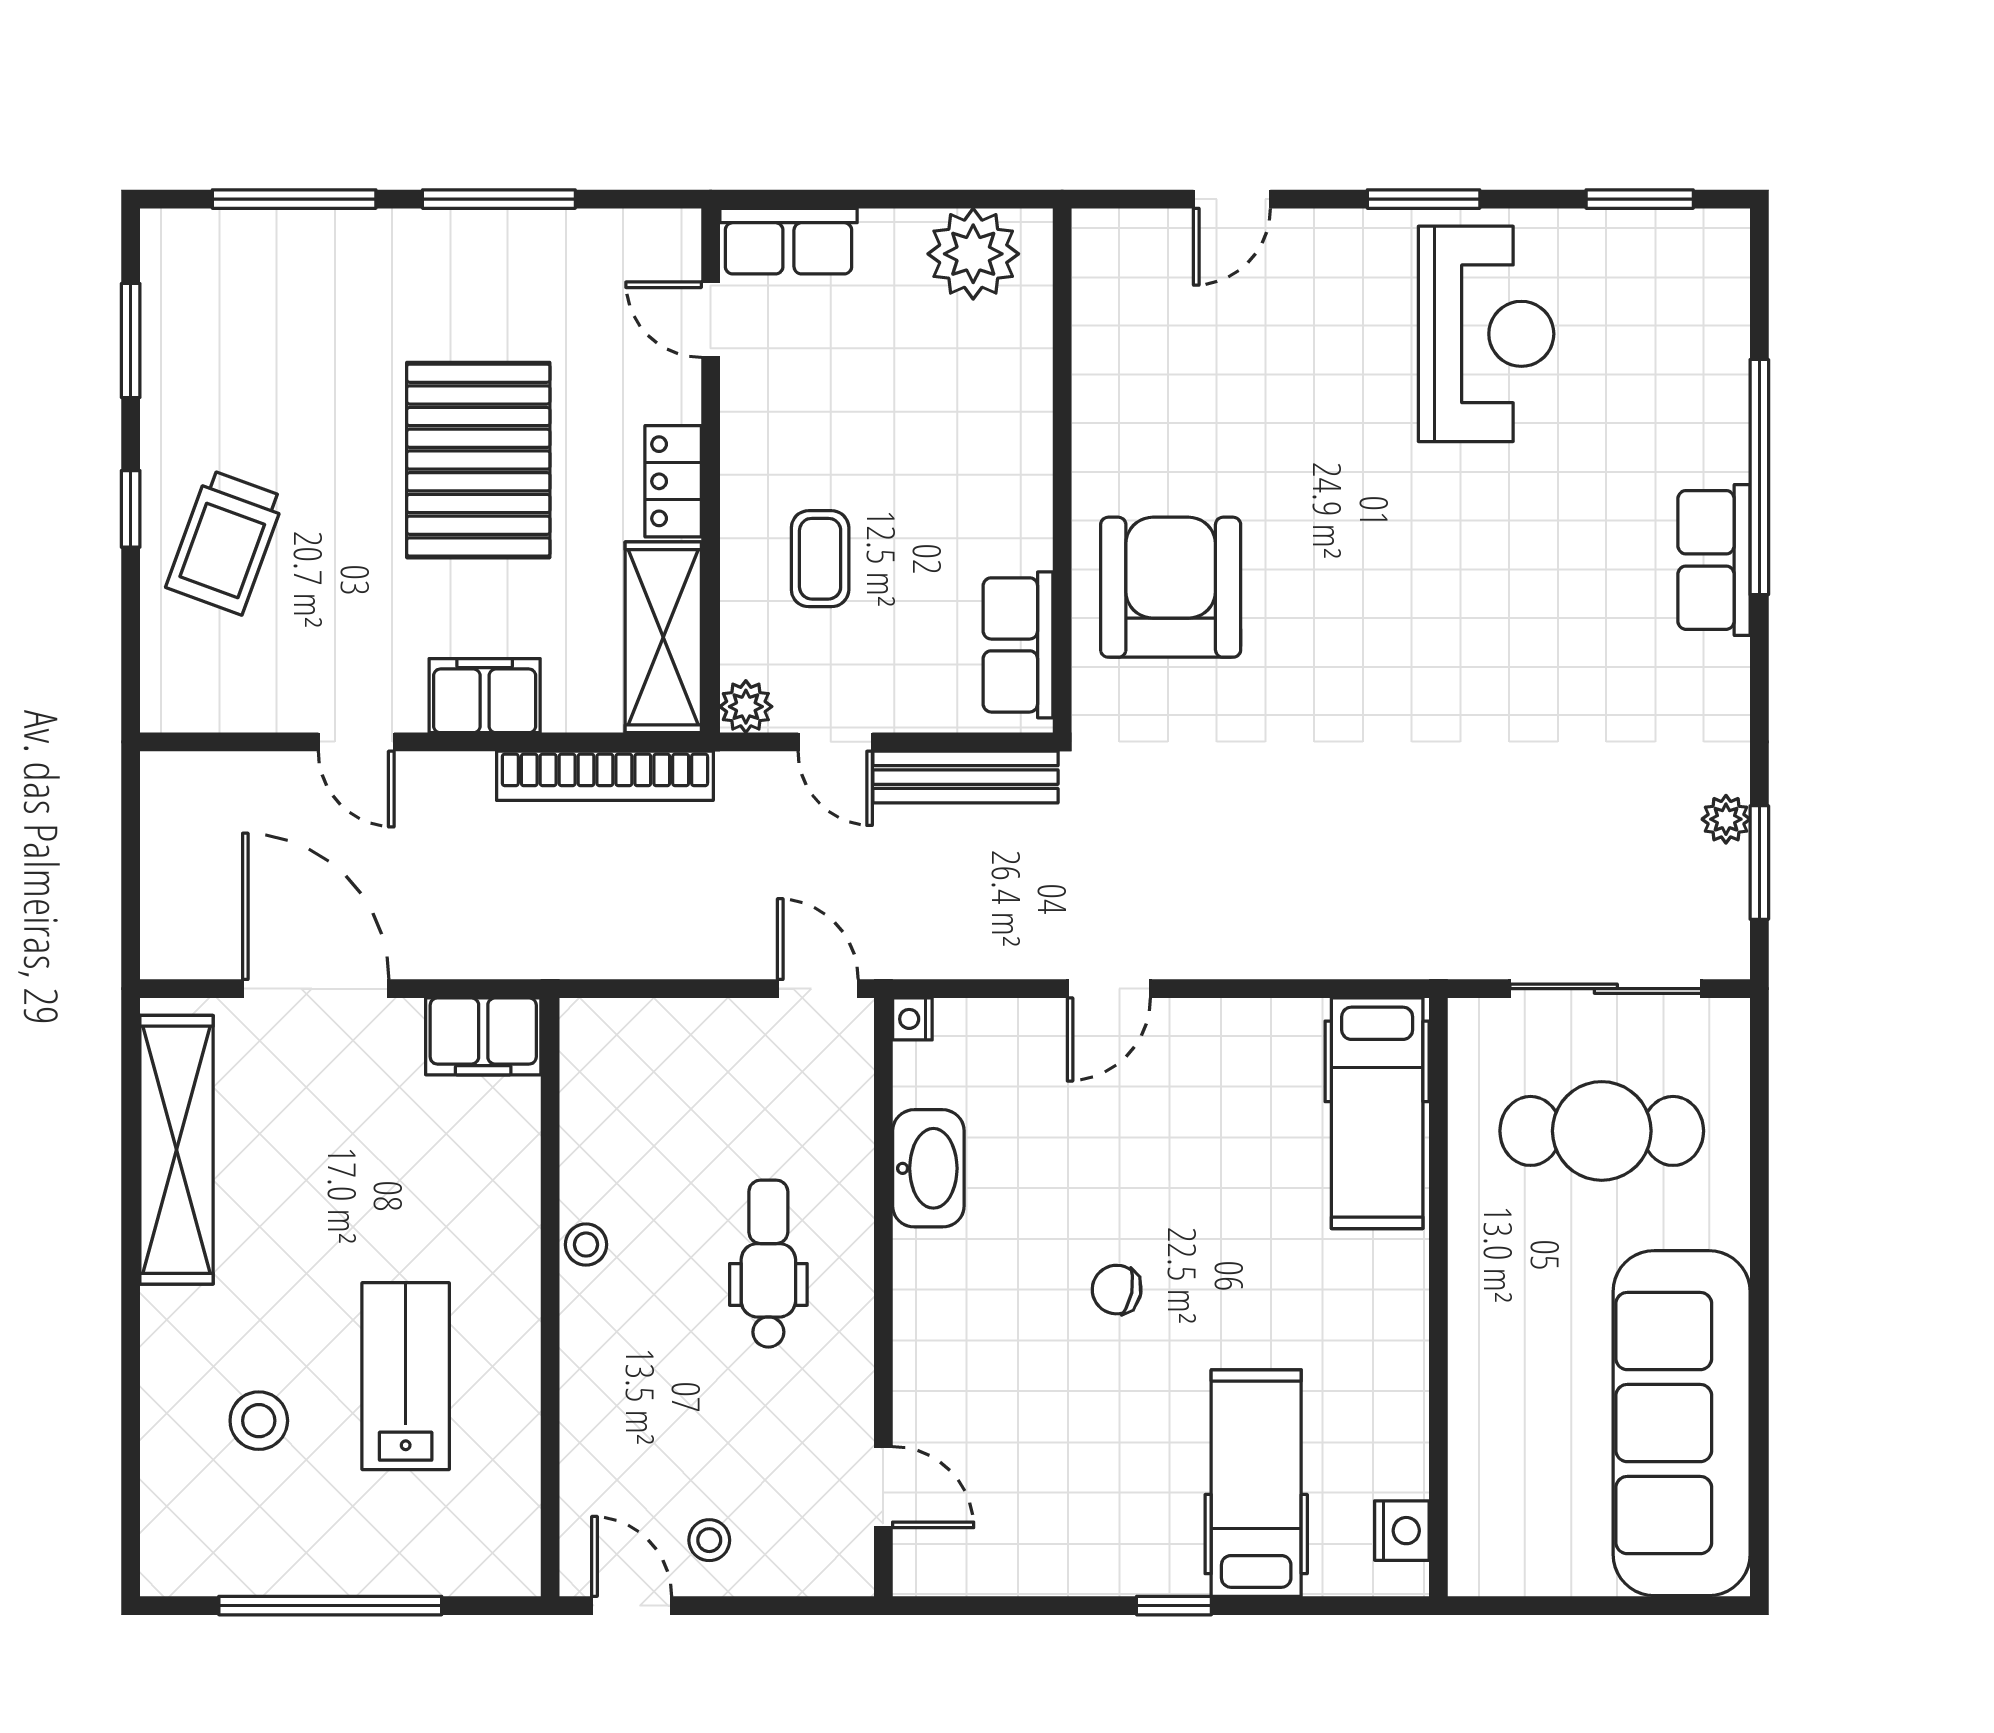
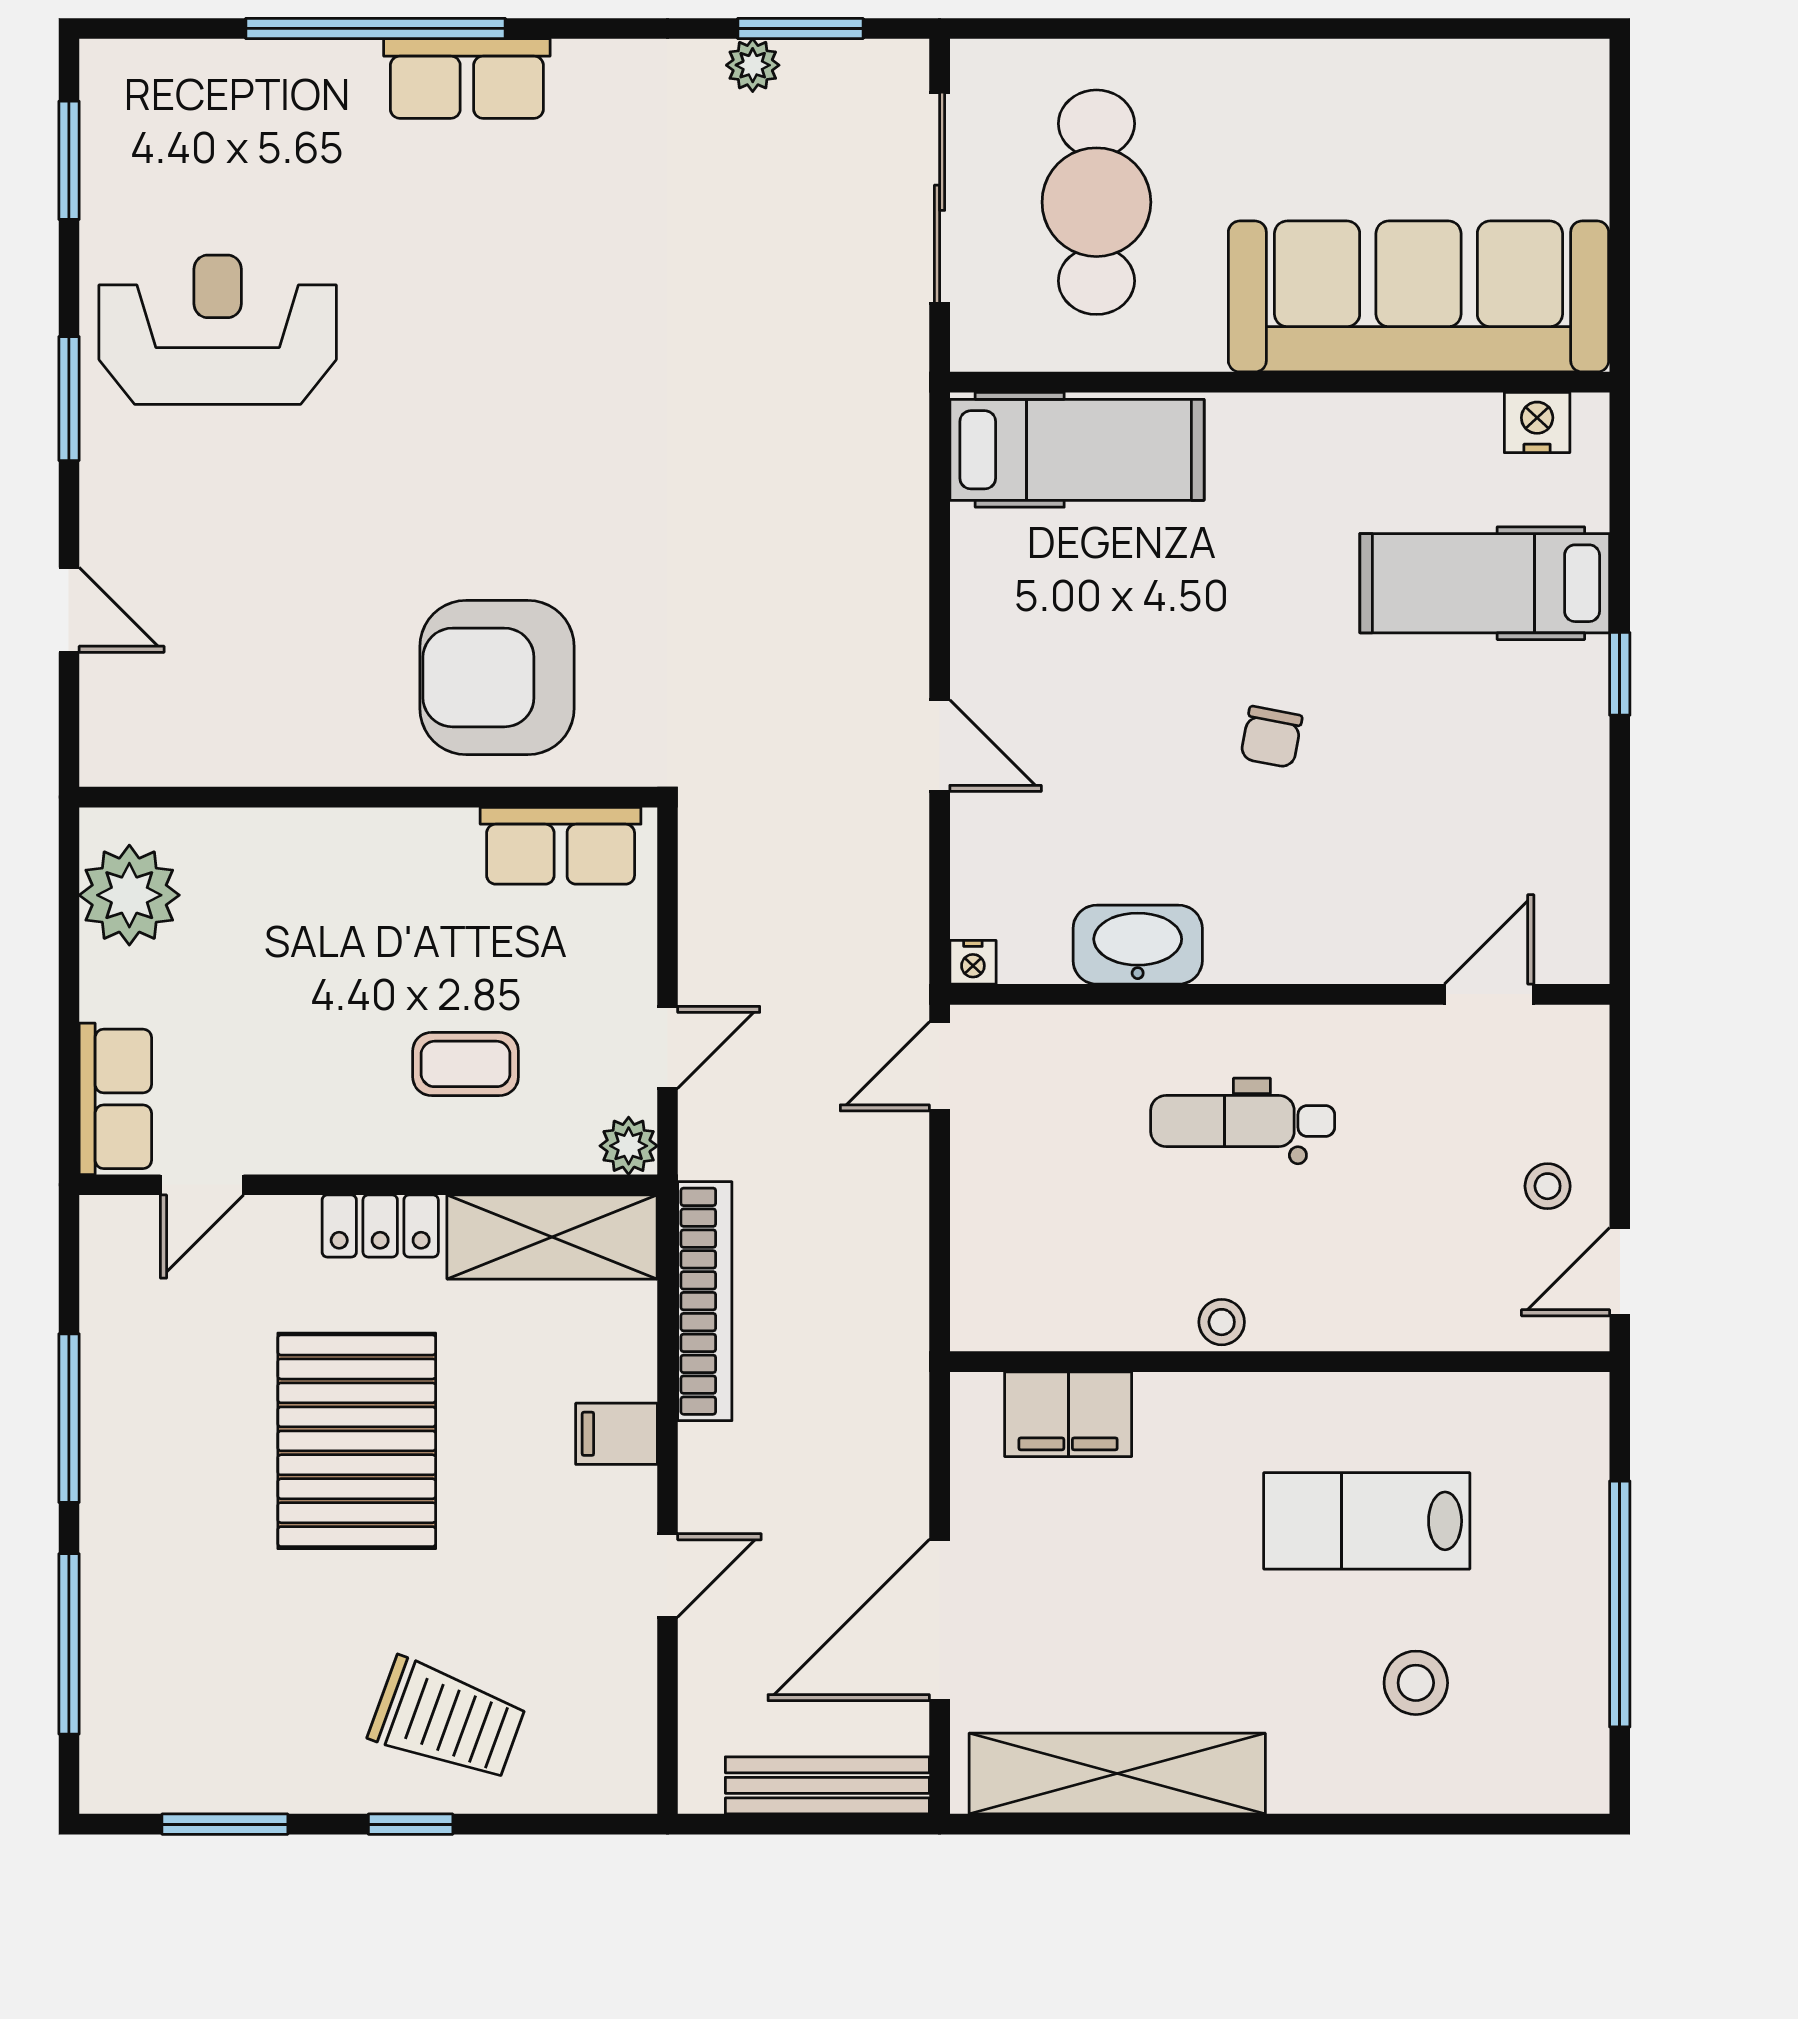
pallet: (478, 460) -> (357, 1441), turned 90
filing cabinet: (485, 696) -> (616, 1434), width x0.50
bench: (965, 777) -> (827, 1785), moved, turned 90
filing cabinet: (483, 1036) -> (1068, 1414), moved, turned 90
sofa: (1682, 1423) -> (1419, 296), moved, turned 180

